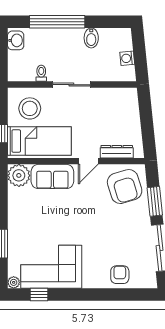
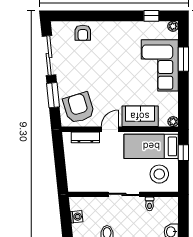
plant: (19, 175) -> (173, 122), width x0.53, depth x0.53
corner sofa: (51, 267) -> (160, 65), moved, turned 90

